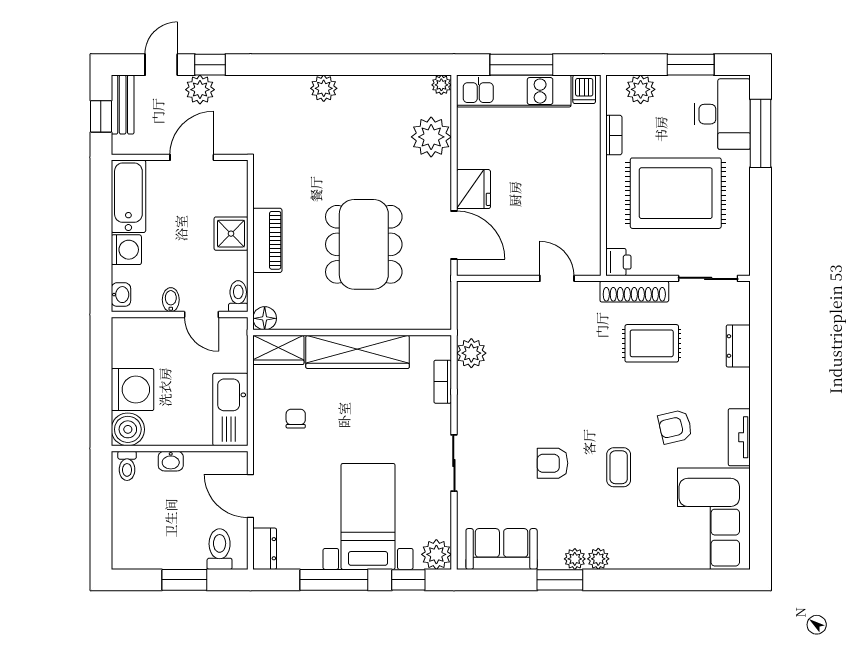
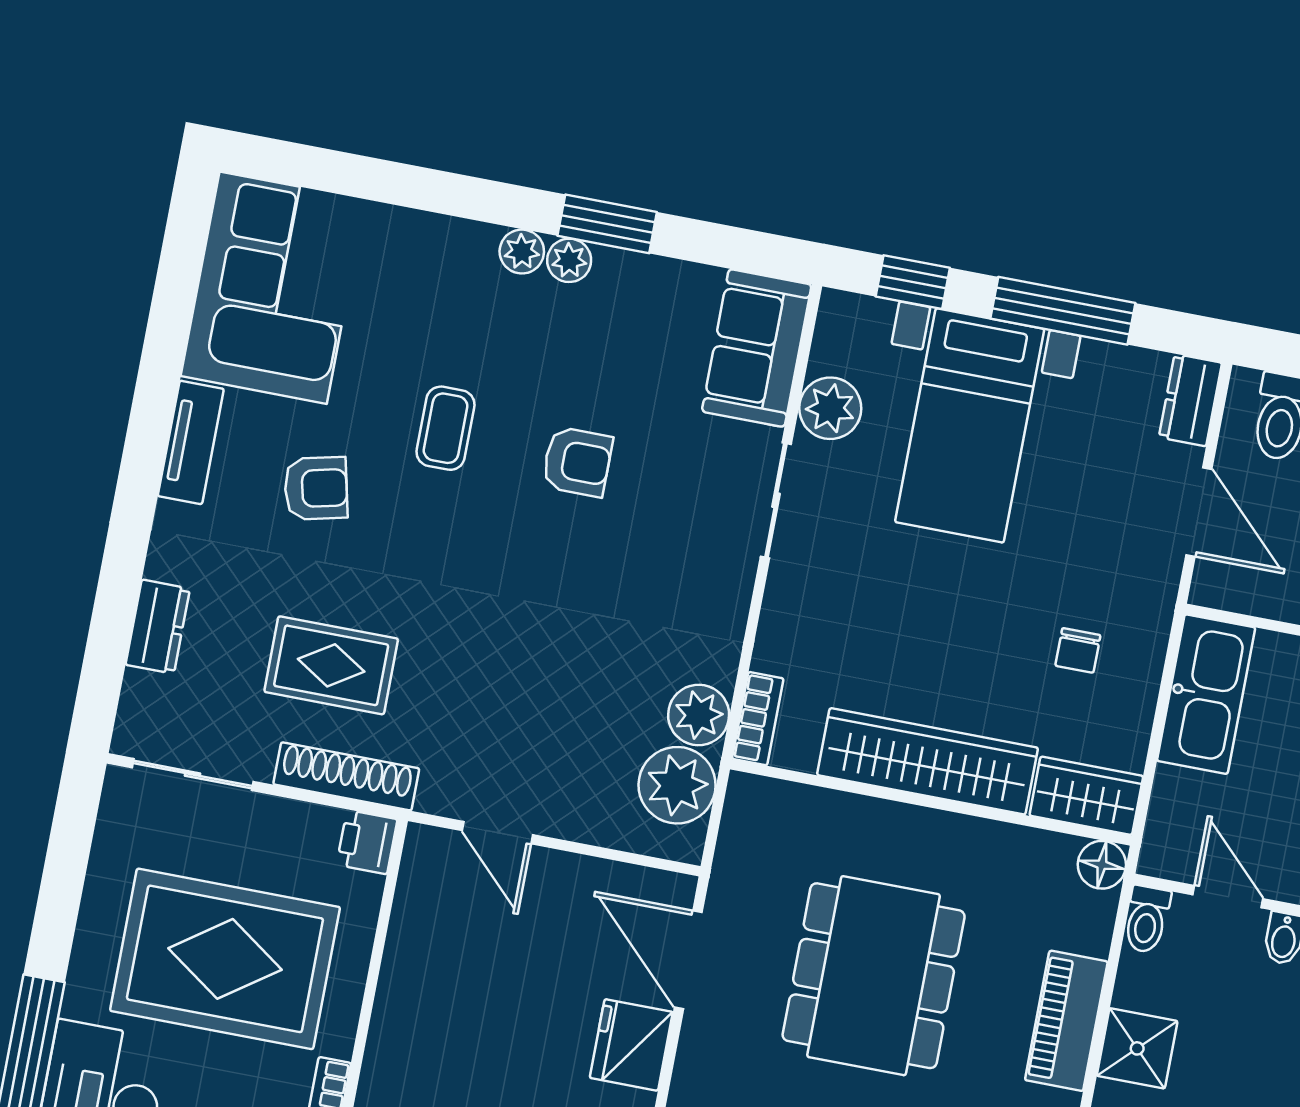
plant: (475, 318) -> (677, 785), added
bookcase: (443, 382) -> (758, 719), moved
sofa: (502, 549) -> (757, 348), moved, turned 90
plant: (436, 554) -> (830, 408), moved

